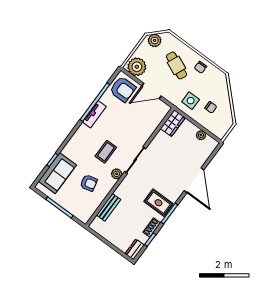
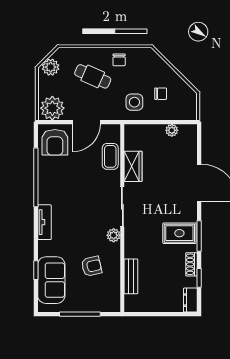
armchair: (123, 89) -> (55, 142), turned 90
tv unit: (94, 114) -> (44, 222), moved
wardrobe: (173, 123) -> (133, 166), moved
coffee table: (106, 152) -> (110, 156), moved

